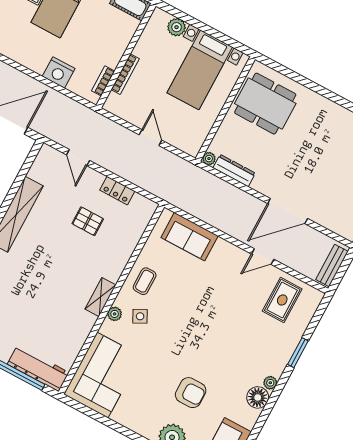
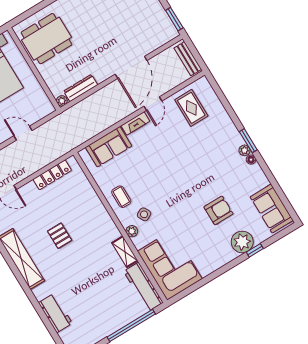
locker: (117, 191) -> (52, 175), width x1.53
pallet: (88, 221) -> (60, 236), moved, turned 90
fireplace: (231, 251) -> (135, 123), added
shelving: (100, 297) -> (125, 252), moved
window: (298, 353) -> (248, 141), moved
workbench: (38, 368) -> (143, 287), moved, turned -90
floor lamp: (258, 397) -> (251, 160), width x0.53, depth x0.53

